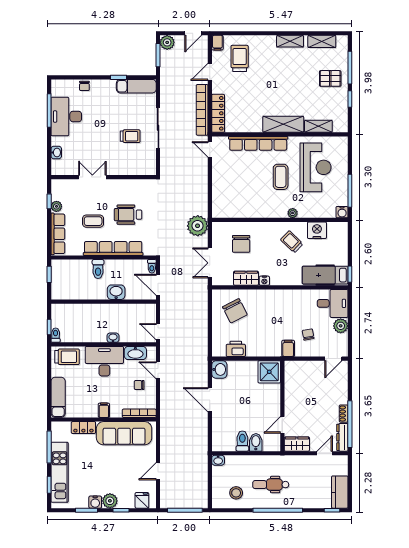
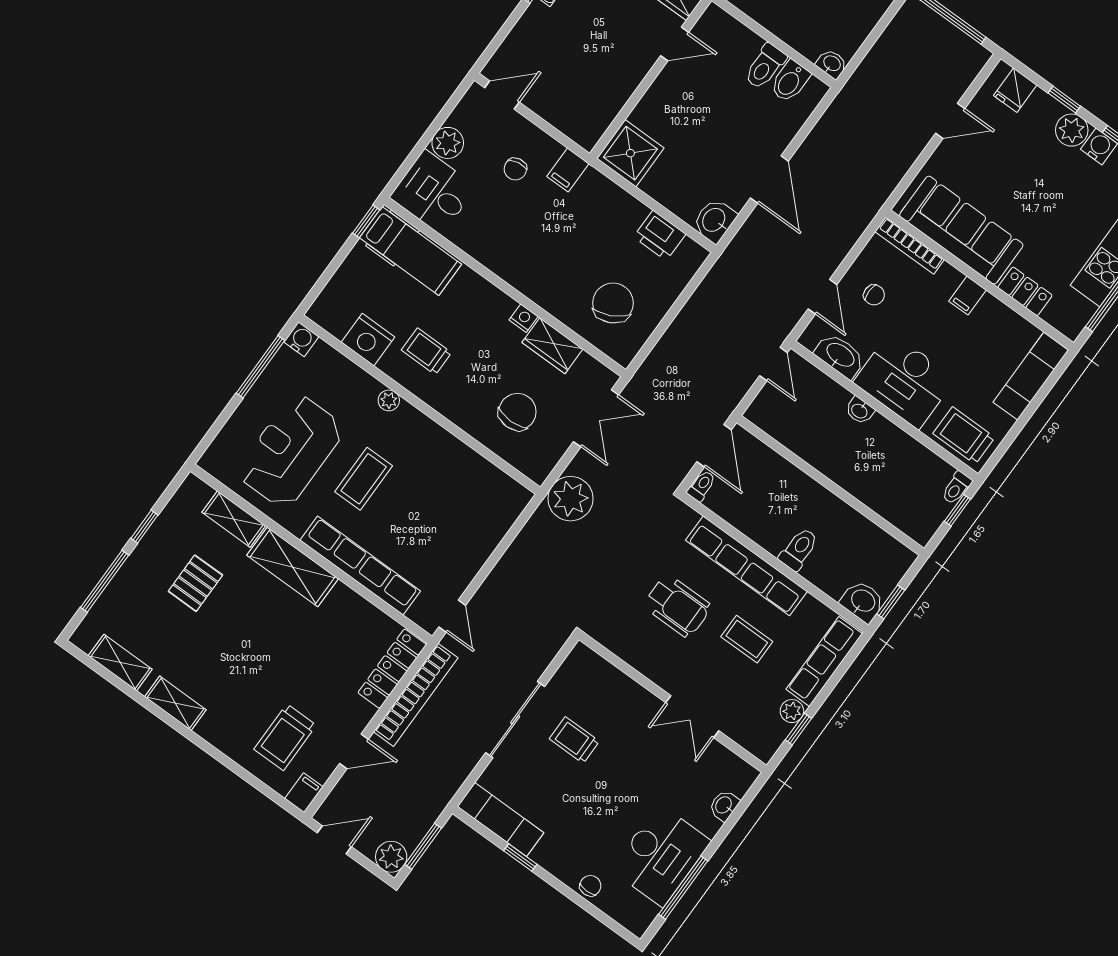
pallet: (330, 78) -> (195, 583), moved, turned 90
trolley: (292, 242) -> (426, 351), turned 136
washbasin: (116, 292) -> (863, 601), moved, turned 180
bidet: (256, 442) -> (790, 81), moved

